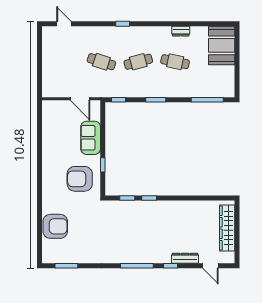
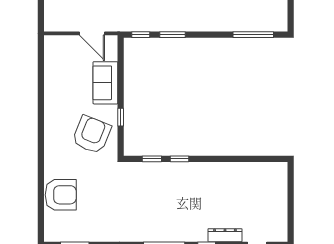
window: (156, 100) -> (172, 35), moved
armchair: (80, 179) -> (92, 135), turned 112
wardrobe: (227, 228) -> (278, 197), removed

